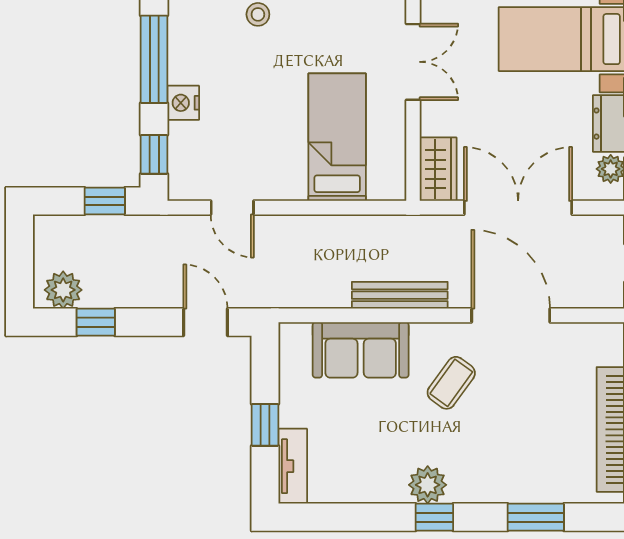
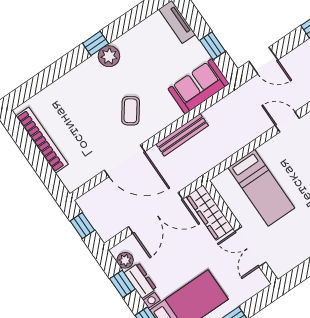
wardrobe: (438, 169) -> (210, 213), width x1.50
sofa: (361, 350) -> (199, 86), moved
window: (265, 425) -> (212, 46), moved
window: (536, 517) -> (49, 76), removed

